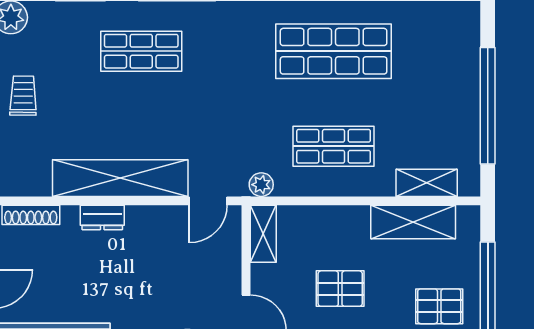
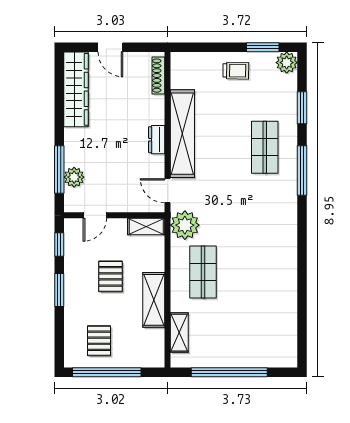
shop shelf: (334, 51) -> (265, 272), removed
plant: (261, 185) -> (185, 225), width x1.87, depth x1.87
dresser: (102, 218) -> (157, 140), moved
shelving: (413, 222) -> (154, 300), moved

